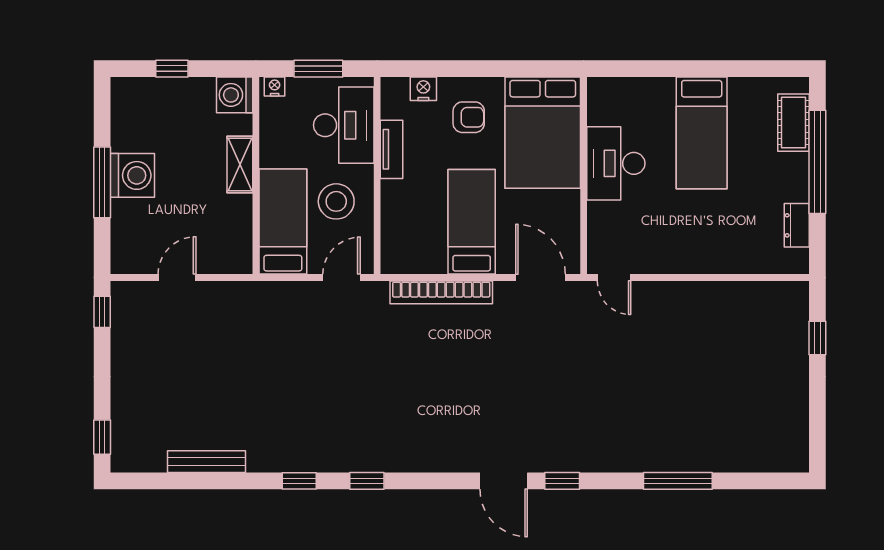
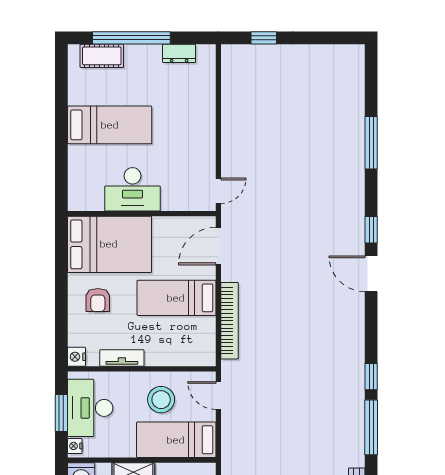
nightstand: (423, 89) -> (76, 357), moved
armchair: (469, 117) -> (98, 300), turned 180
desk: (344, 125) -> (90, 408), moved, turned -90
window: (299, 481) -> (371, 427), width x2.17
door: (504, 481) -> (371, 274), swing flipped

